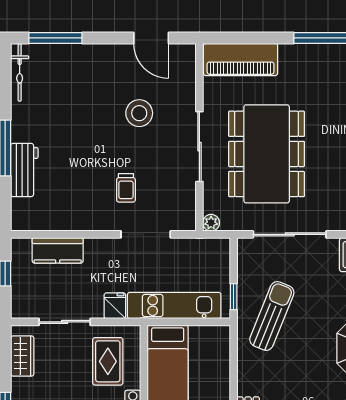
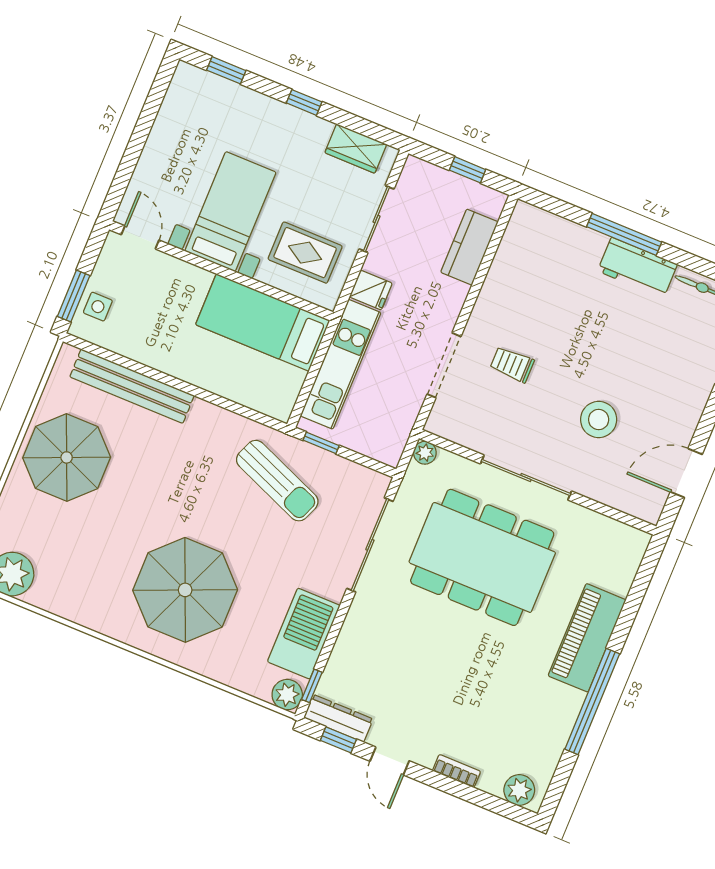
piano: (241, 59) -> (587, 638), moved
workbench: (24, 170) -> (637, 268), moved

